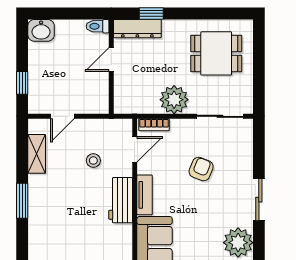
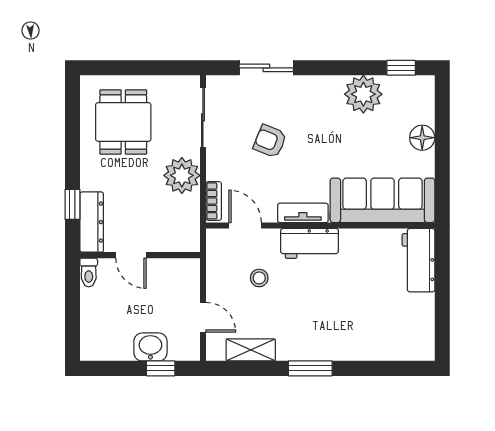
washbasin: (41, 30) -> (150, 347), moved, turned -90
sliding door: (259, 200) -> (266, 68), moved

